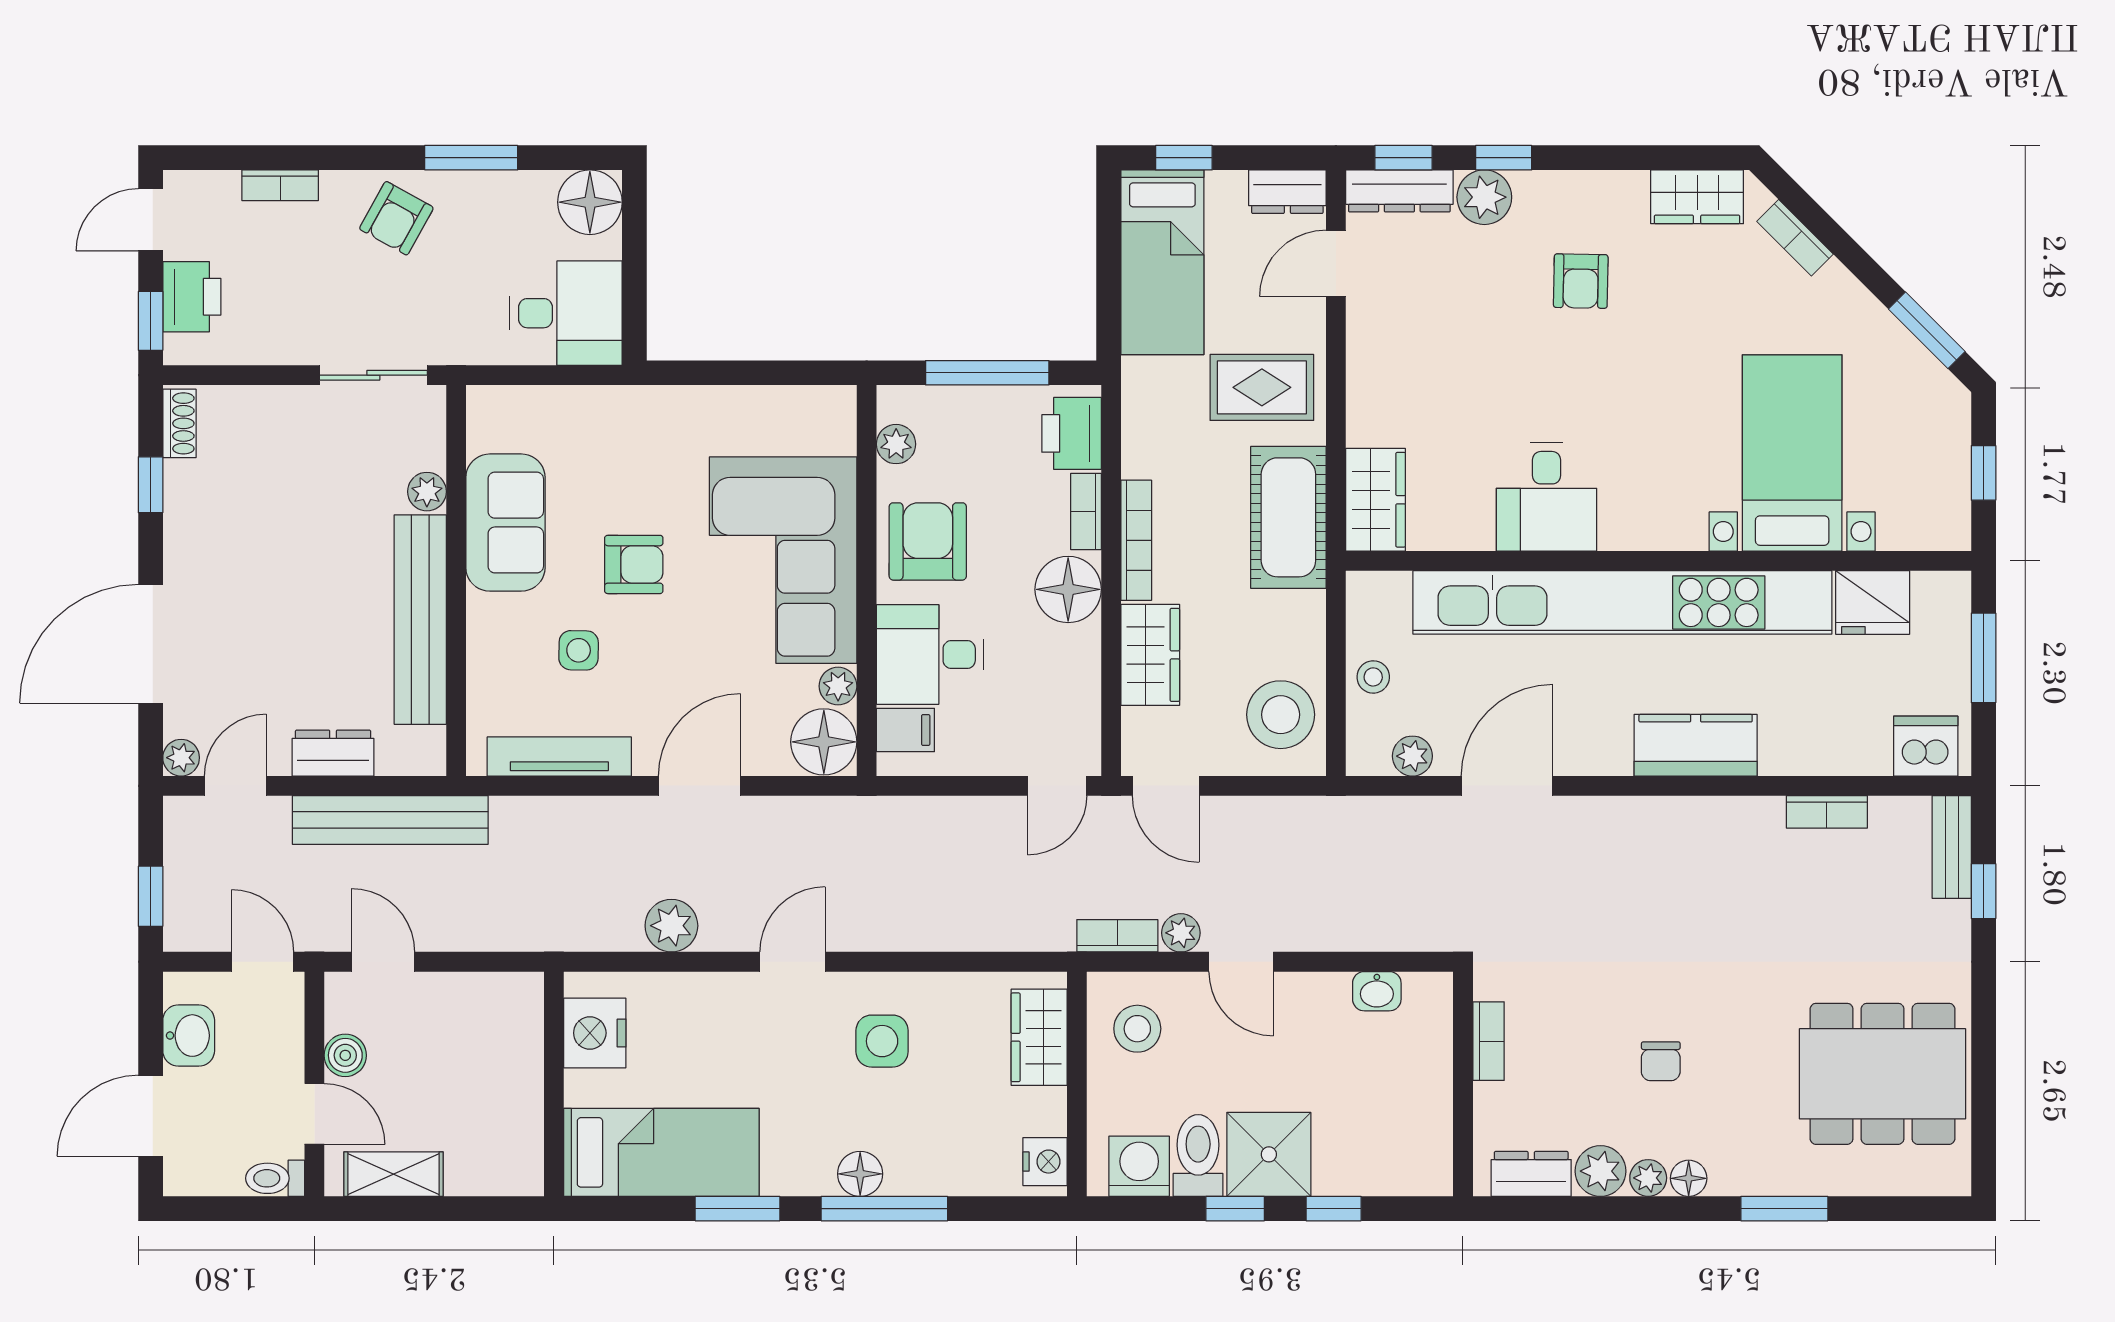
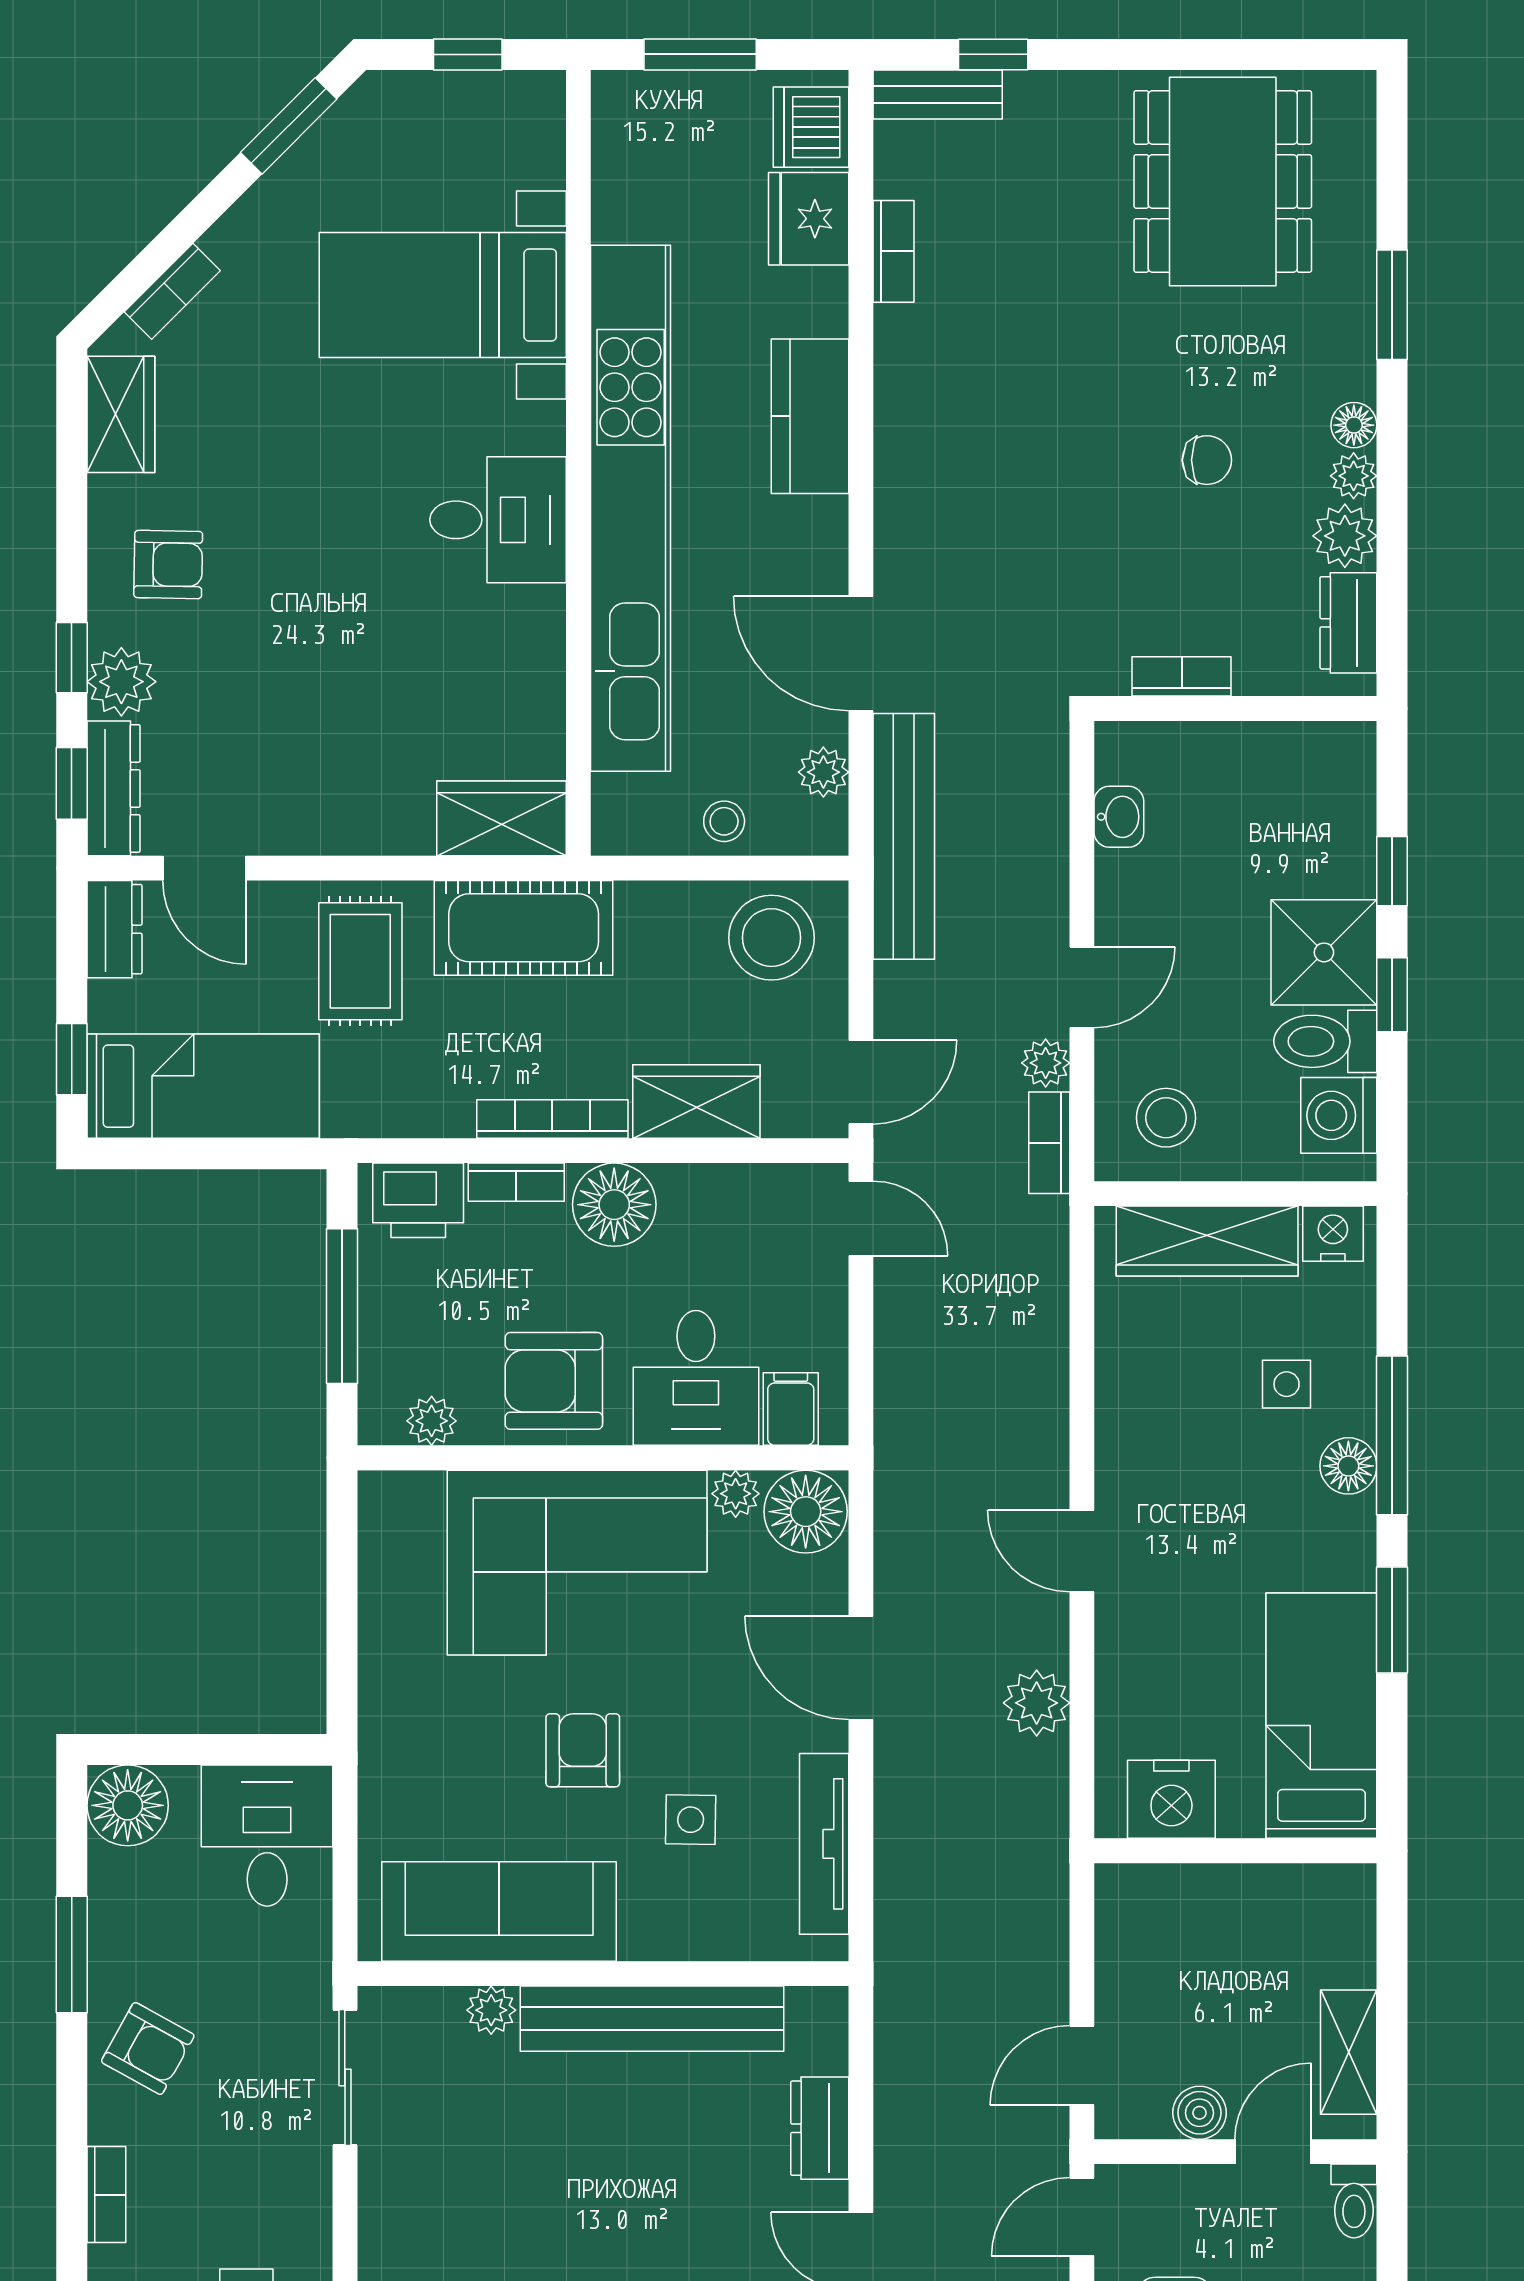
armchair: (1581, 281) -> (168, 565), moved
desk: (1547, 497) -> (498, 520), moved
sofa: (505, 523) -> (499, 1912), width x1.36
fridge: (1873, 603) -> (809, 219), moved, turned 180
bench: (390, 820) -> (904, 836), moved
wardrobe: (1039, 1037) -> (1207, 1241), width x1.50
side table: (882, 1041) -> (1287, 1384), moved, width x0.73, depth x0.73

